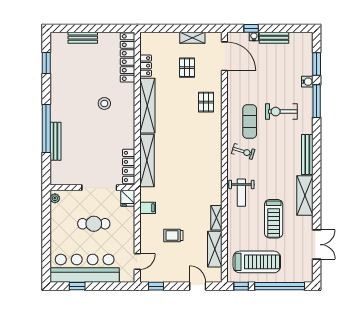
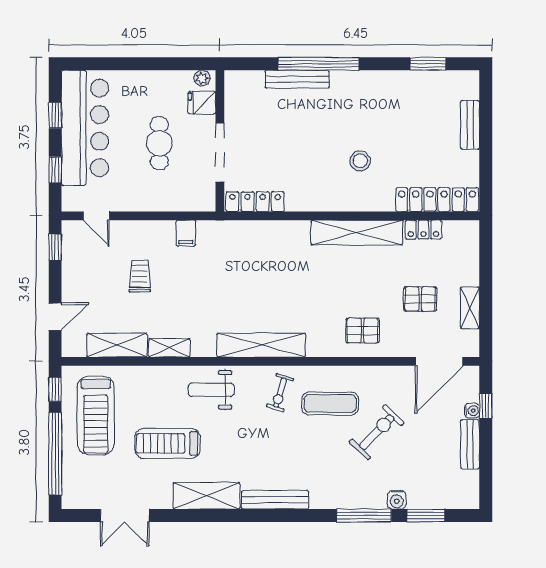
exercise bike: (281, 112) -> (377, 432), moved, turned 44
shelving: (147, 161) -> (261, 345), moved
fridge: (128, 198) -> (202, 103), moved
window: (110, 286) -> (55, 170), added

